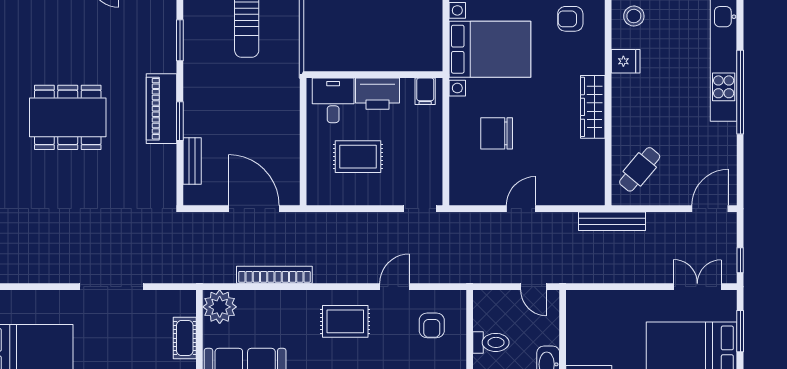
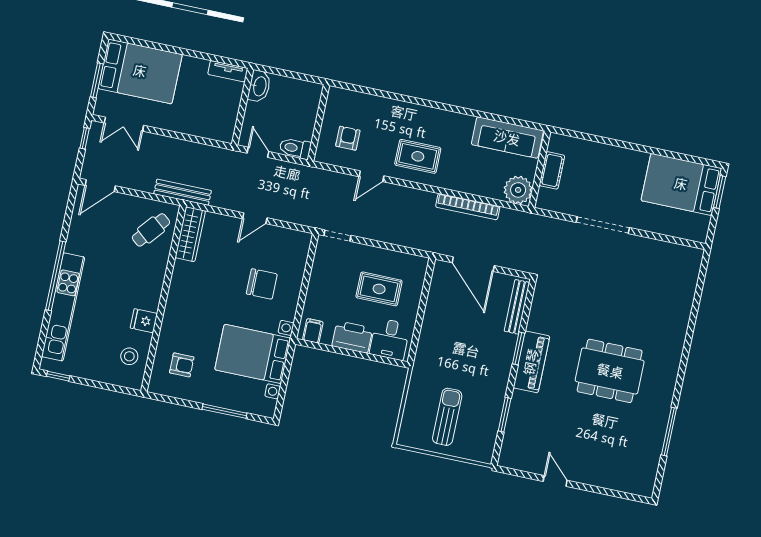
wardrobe: (593, 107) -> (190, 234), moved
bench: (192, 161) -> (517, 307), width x1.36
toilet: (491, 342) -> (295, 148), moved

